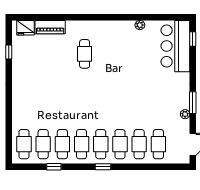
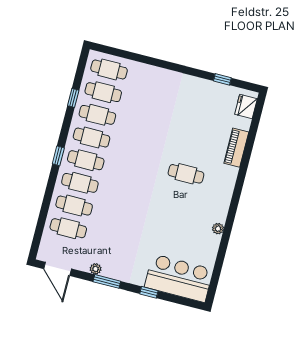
plant: (140, 25) -> (218, 229), moved
piano: (50, 27) -> (236, 148), moved
window: (193, 39) -> (149, 292), moved
cafe table: (85, 54) -> (186, 174), moved

